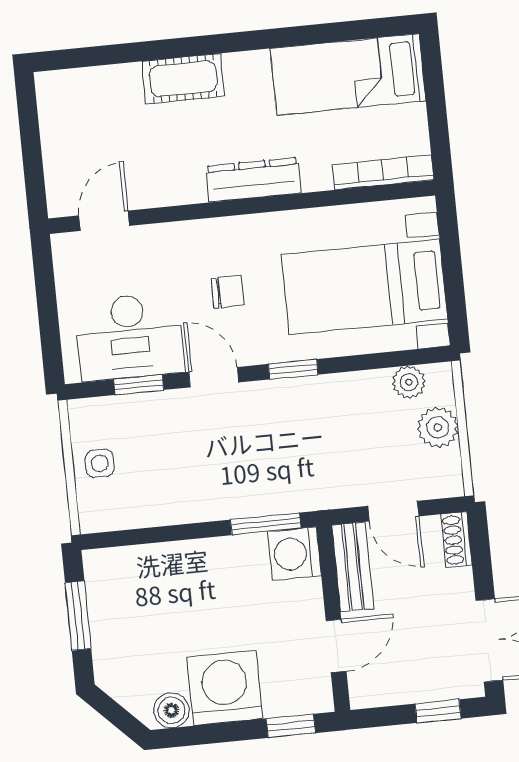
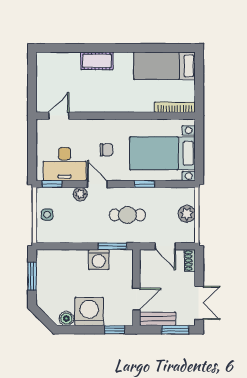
dresser: (253, 180) -> (122, 105), removed
window: (293, 369) -> (144, 184), moved
plant: (409, 382) -> (80, 194), moved
window: (139, 385) -> (52, 184), moved
cafe table: (294, 445) -> (127, 215), added
washing machine: (294, 554) -> (99, 259), moved, turned -90
bench: (353, 567) -> (157, 319), moved, turned 90
window: (438, 711) -> (175, 330), width x1.50

